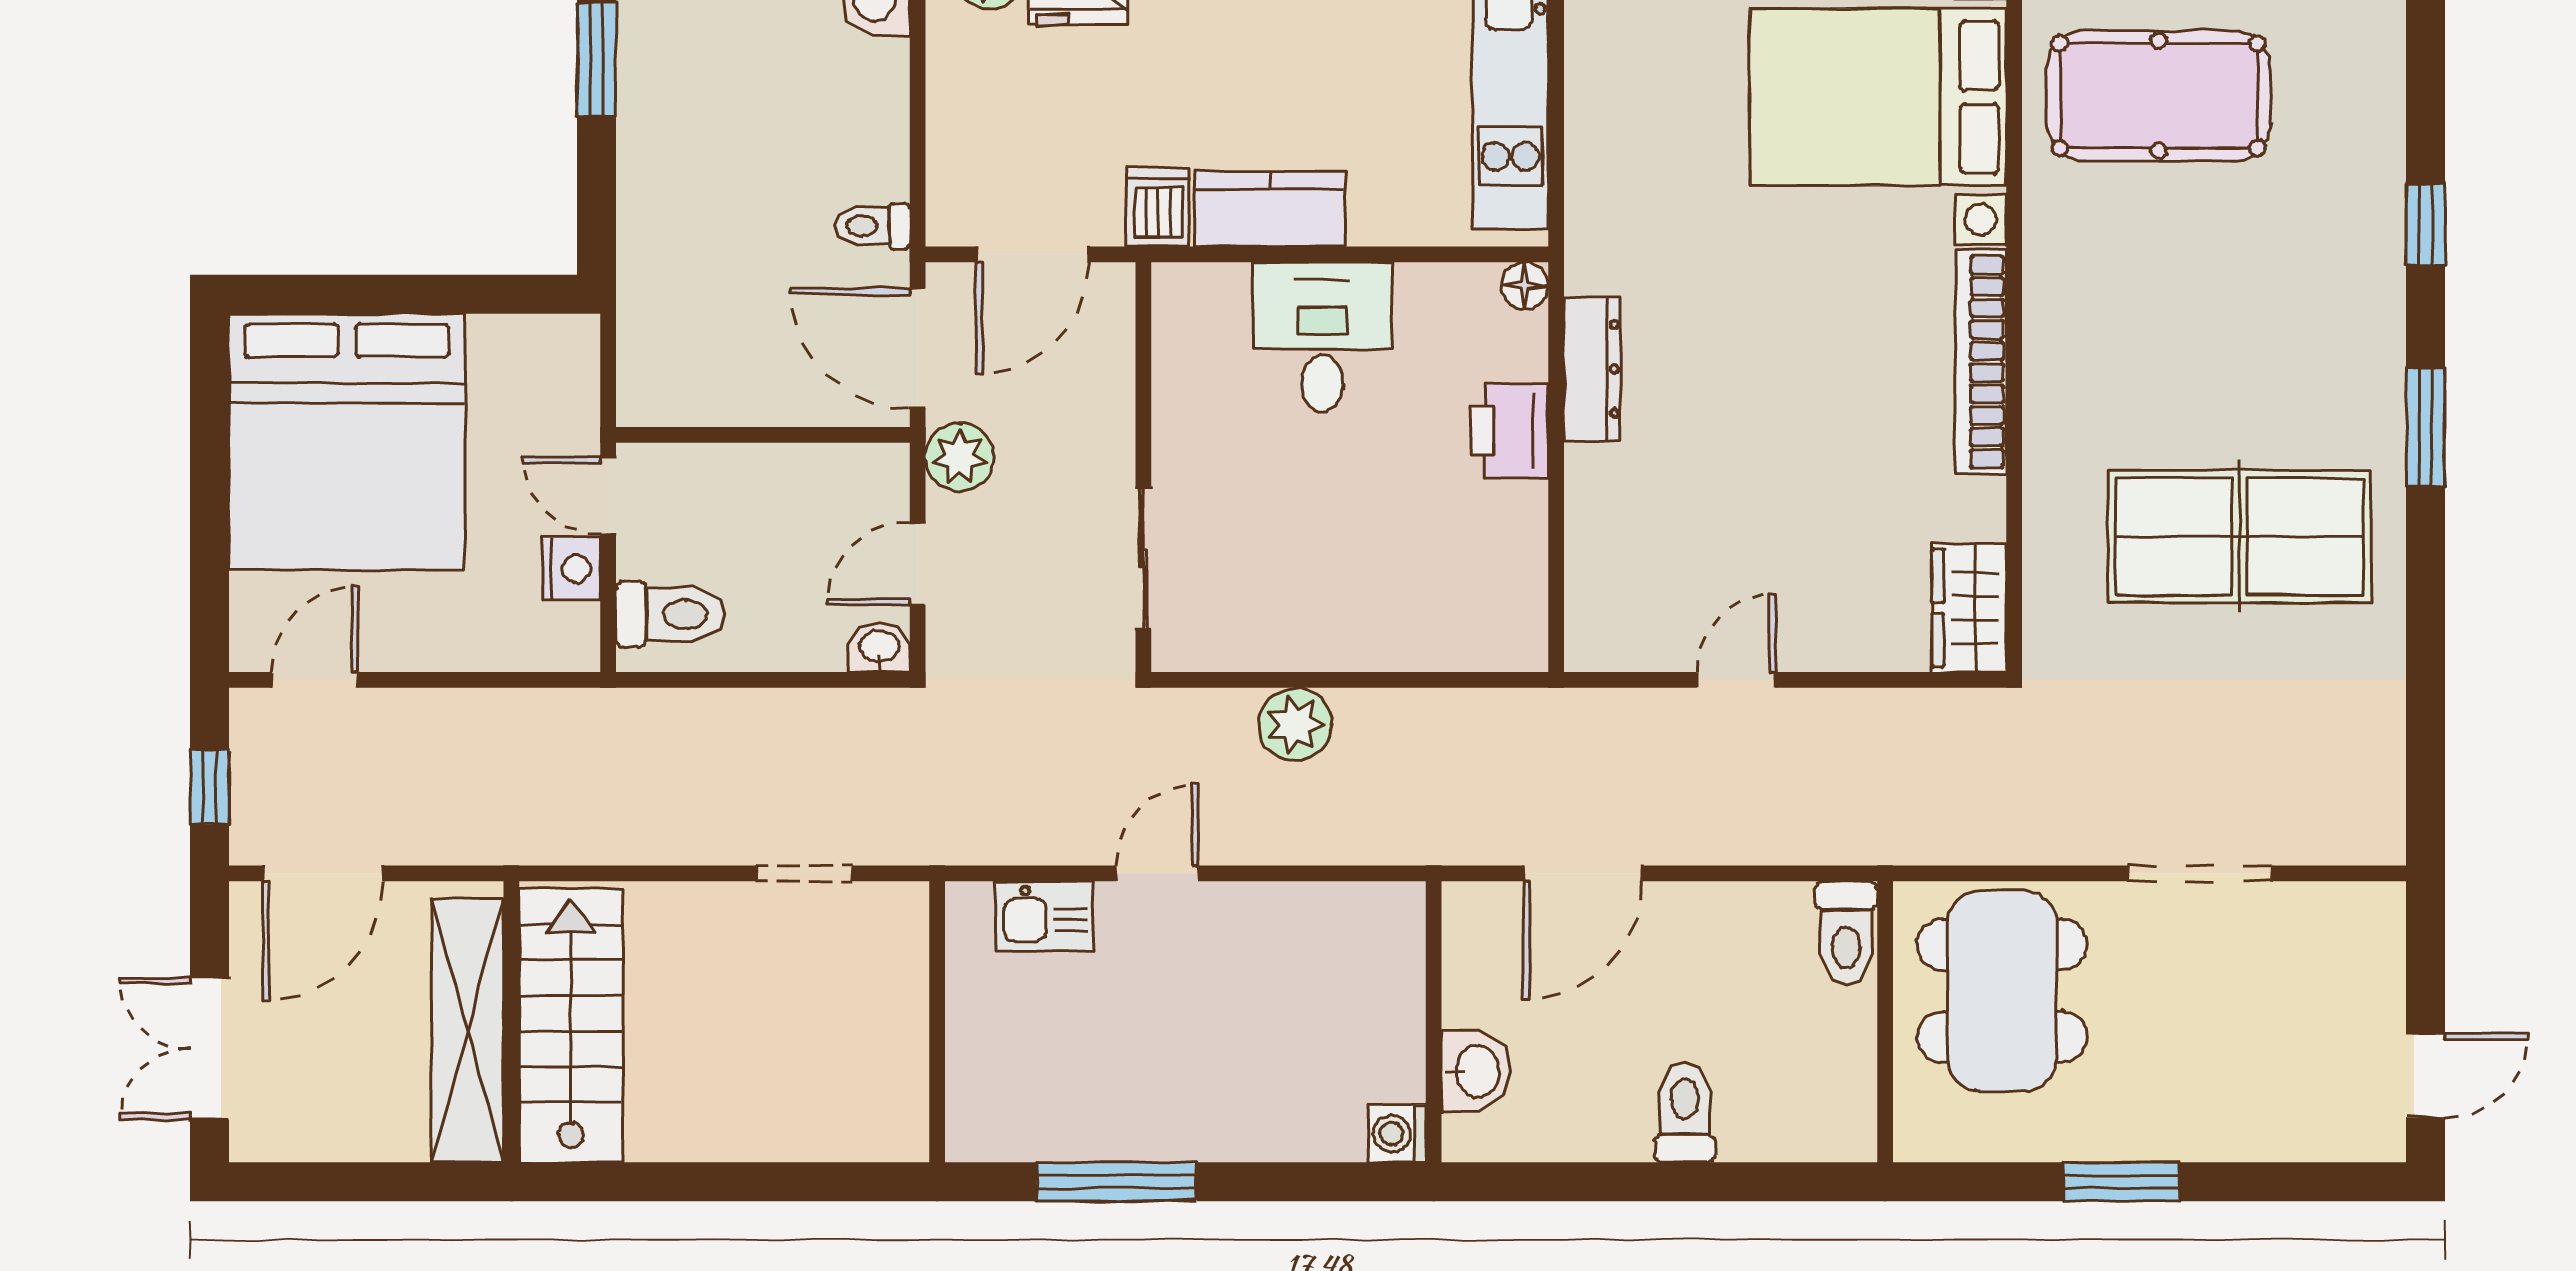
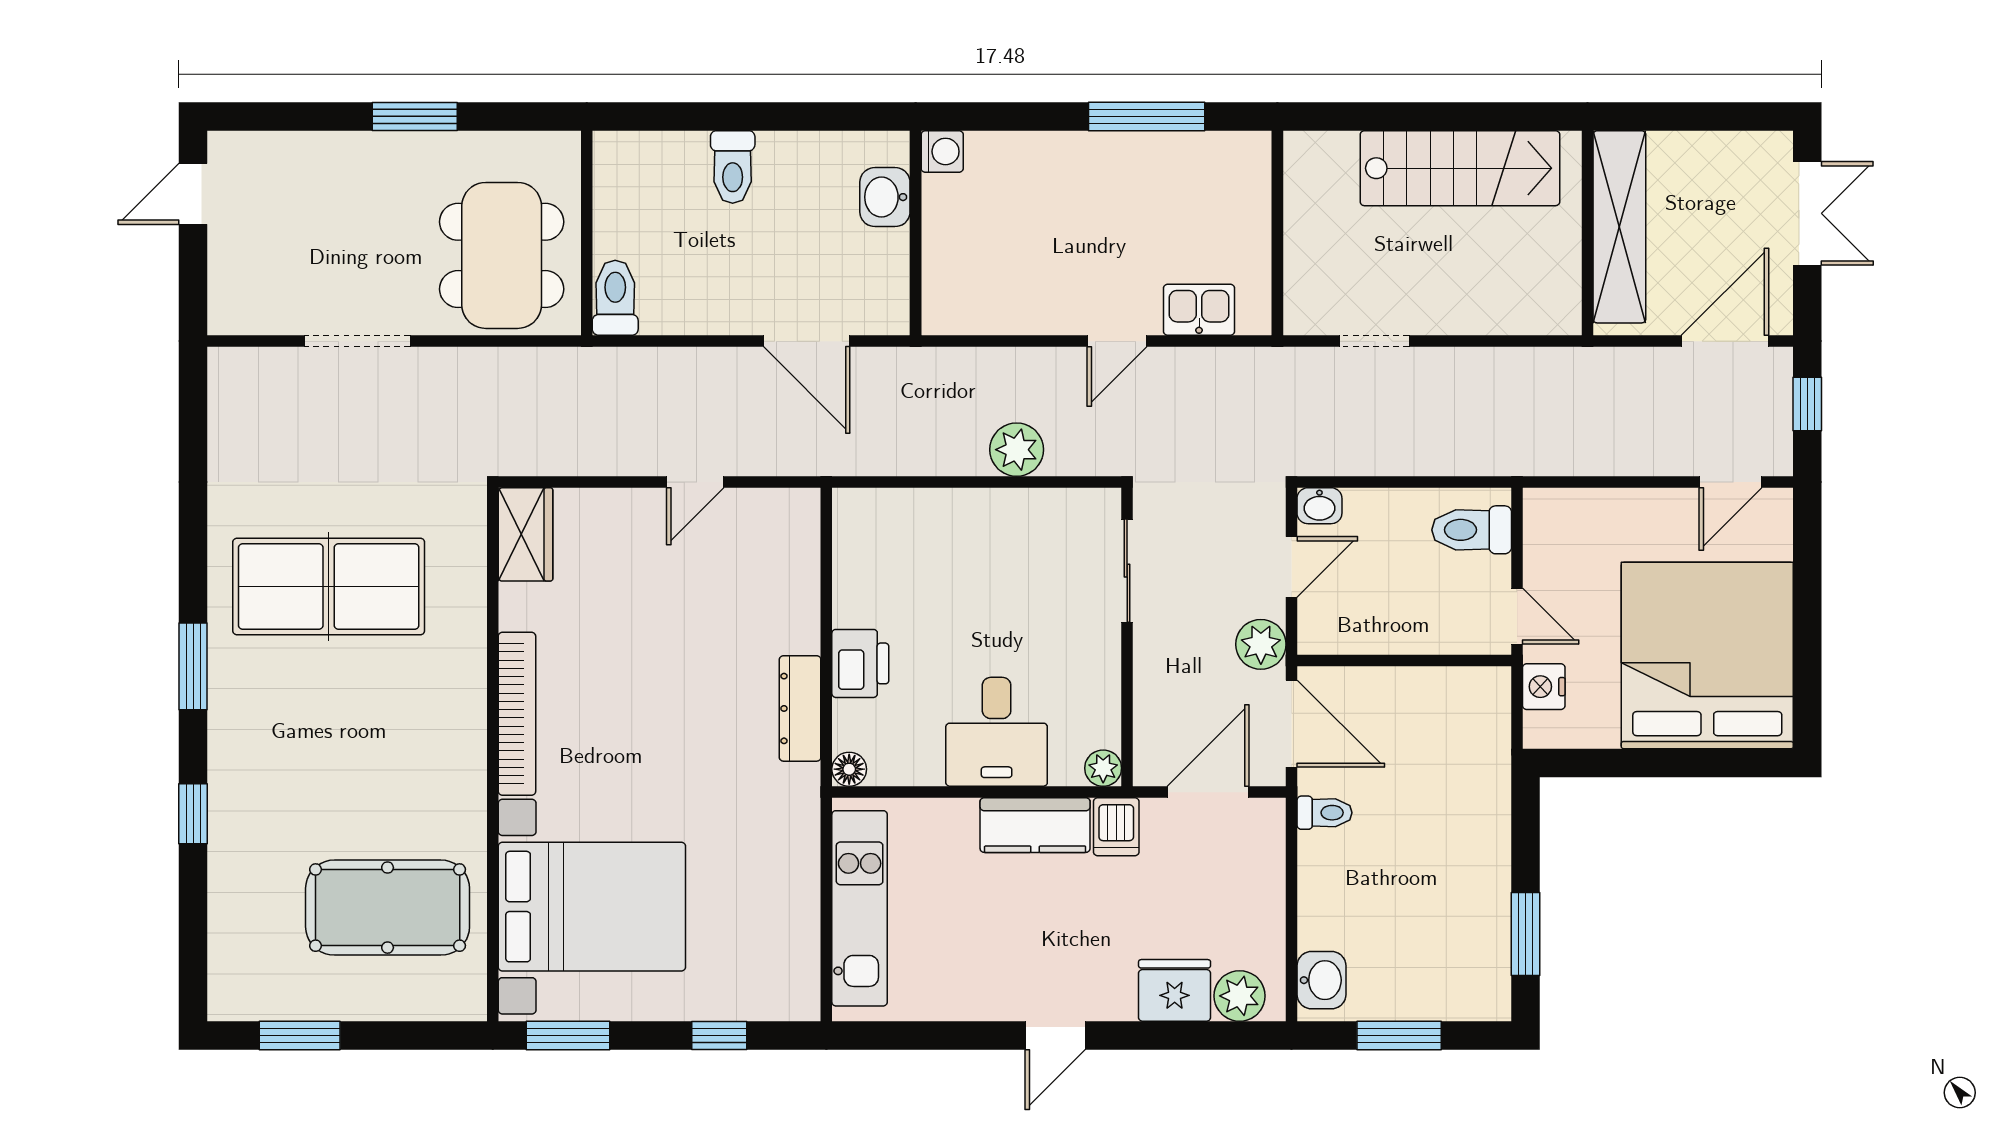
plant: (1176, 287) -> (1103, 768), added
nightstand: (571, 569) -> (1544, 687), moved
door: (1583, 873) -> (807, 341), swing flipped
stairs: (571, 1026) -> (1460, 168), moved, turned -90

